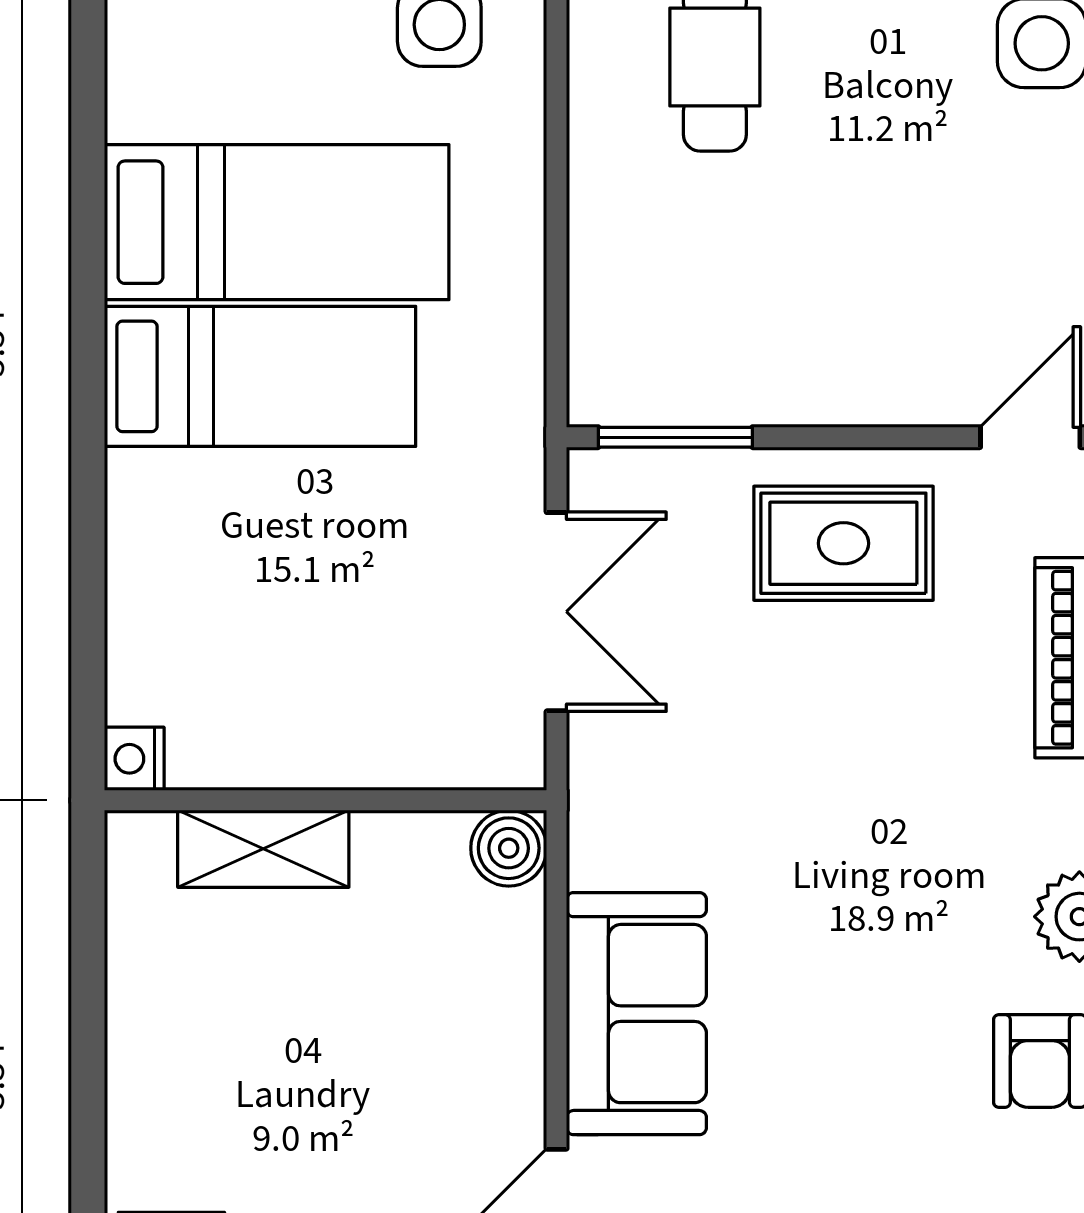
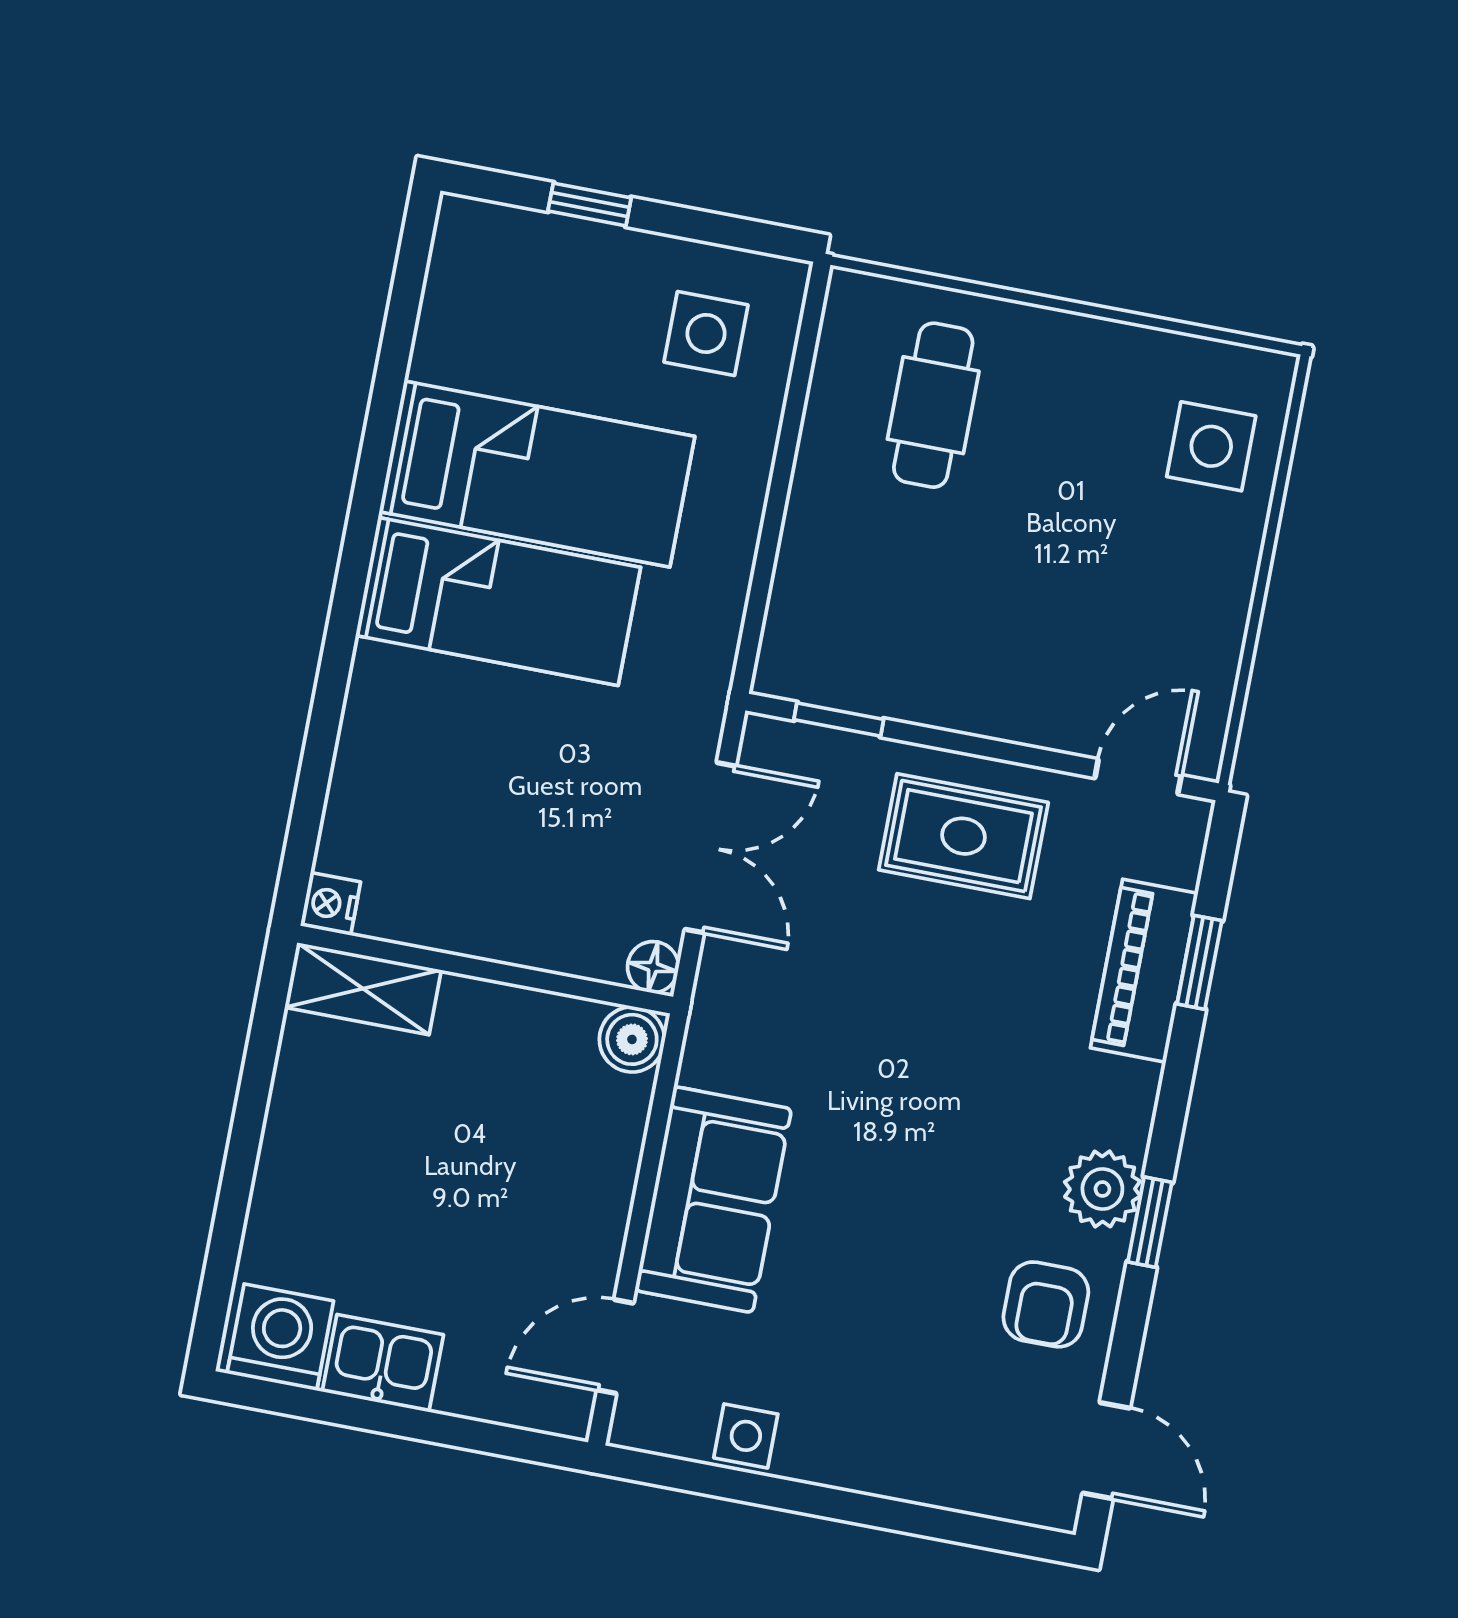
window: (675, 437) -> (839, 720), width x0.67
floor lamp: (517, 761) -> (653, 967), added
shelving: (263, 849) -> (363, 989), moved

